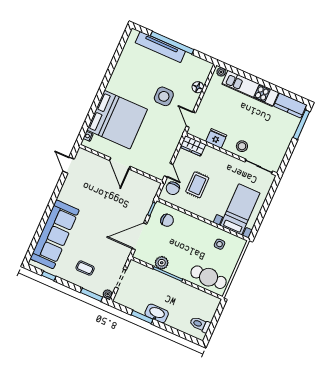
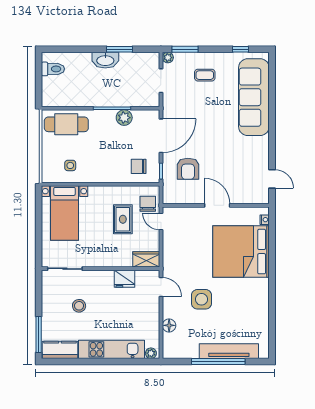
stool: (242, 146) -> (79, 306), moved
armchair: (130, 202) -> (188, 169), added

